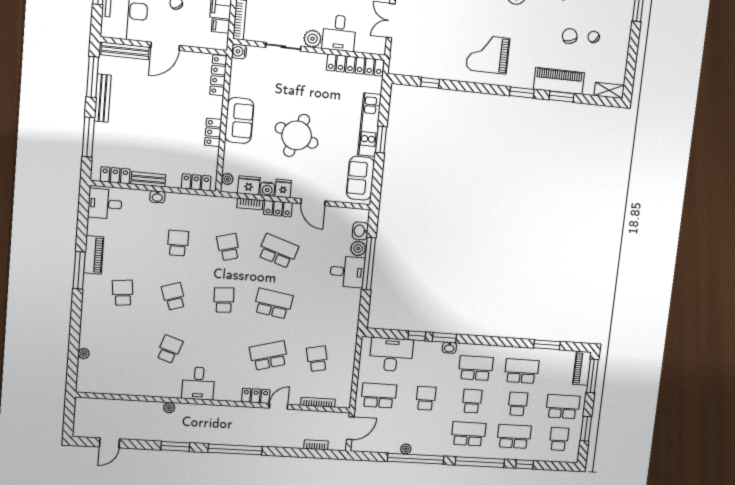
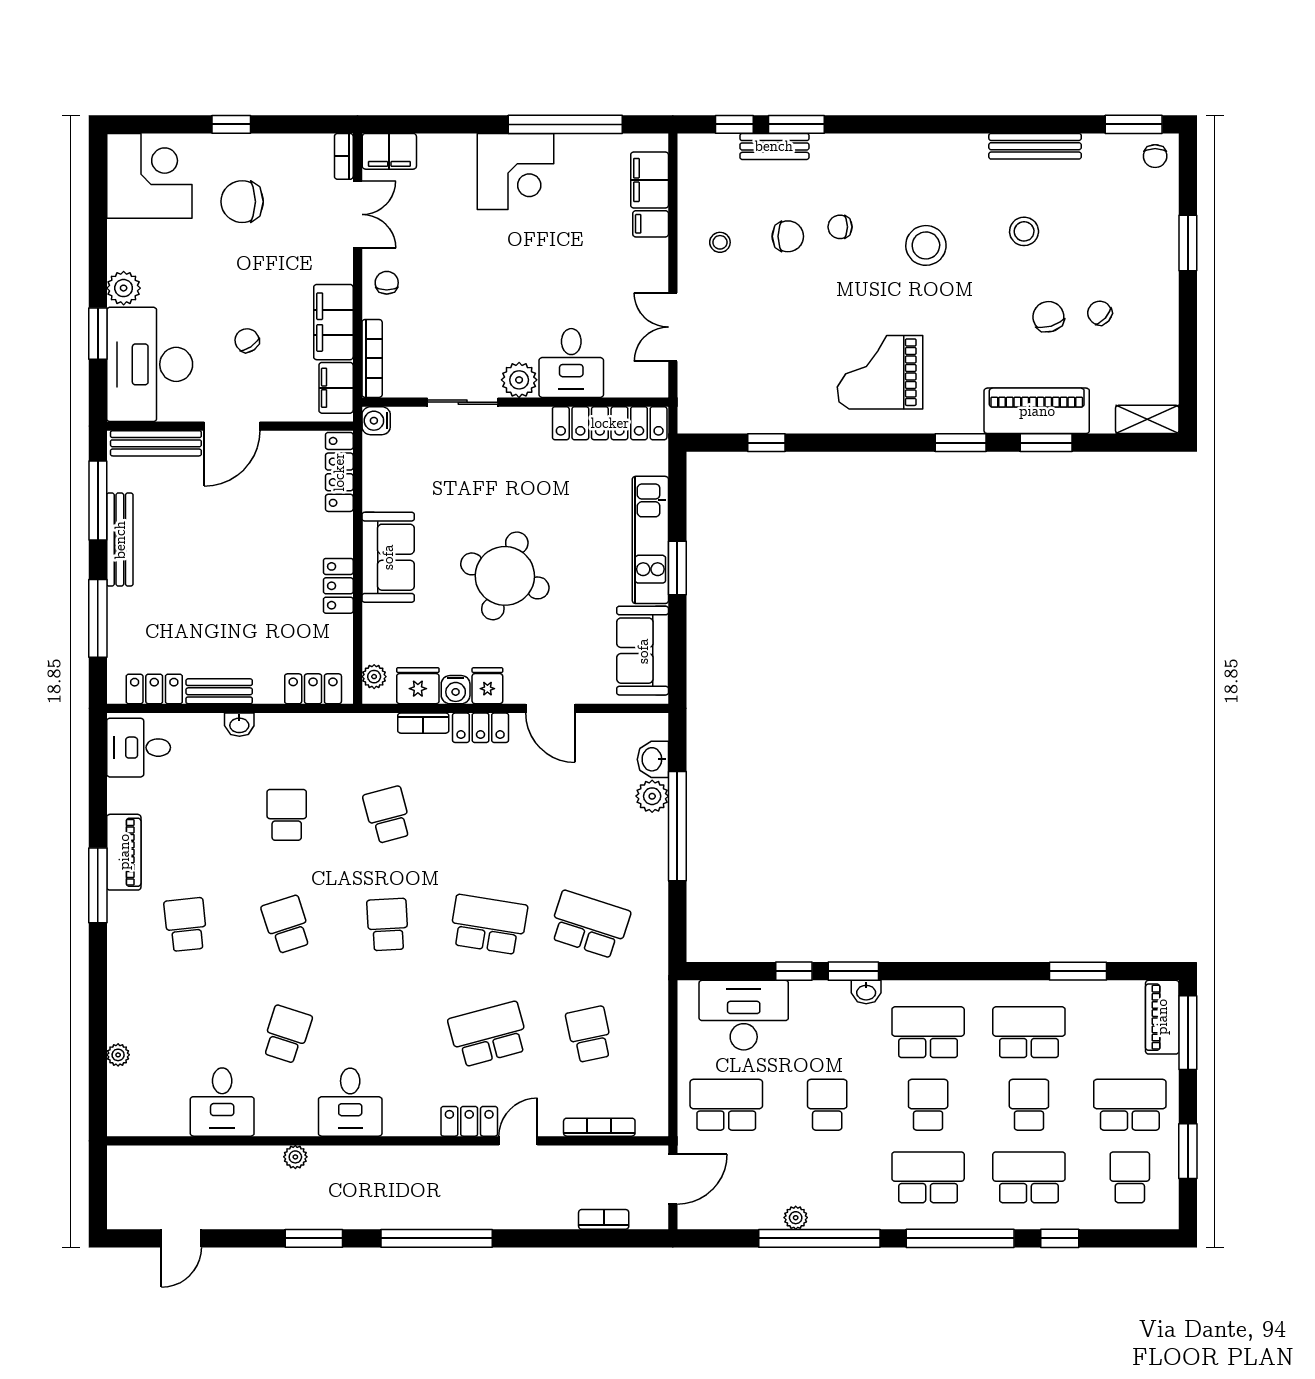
filing cabinet: (221, 26) -> (336, 388), width x2.00
school desk: (278, 251) -> (589, 925), moved
desk: (347, 272) -> (222, 1102), moved, turned 90

